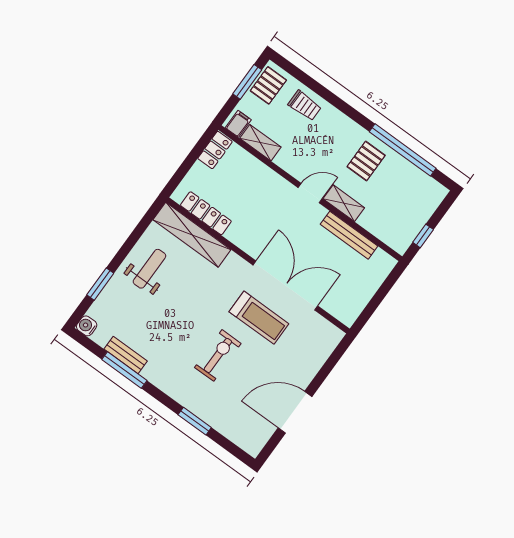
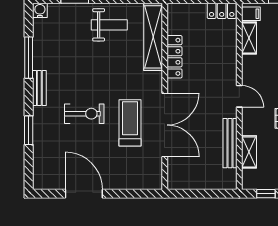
shelving: (344, 203) -> (249, 152), moved
locker: (206, 213) -> (175, 57), moved
treadmill: (259, 318) -> (130, 123), turned 180
bench: (126, 355) -> (39, 88), moved

